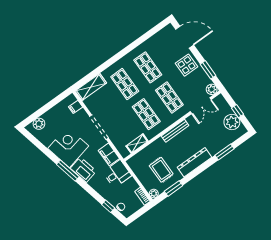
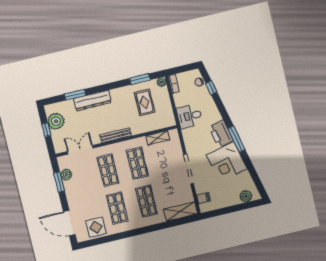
display table: (187, 65) -> (96, 227), moved
plant: (212, 89) -> (66, 175), moved
filing cabinet: (109, 154) -> (190, 138), removed
dresser: (194, 162) -> (92, 101), moved

